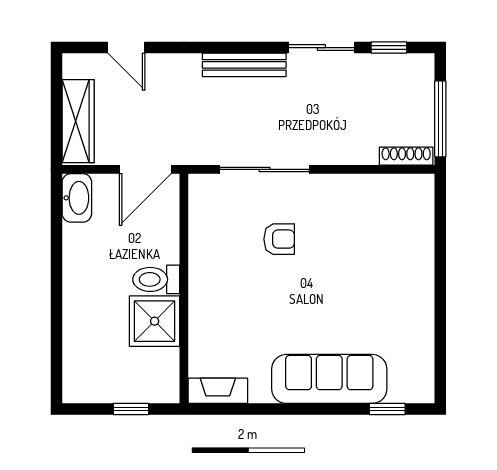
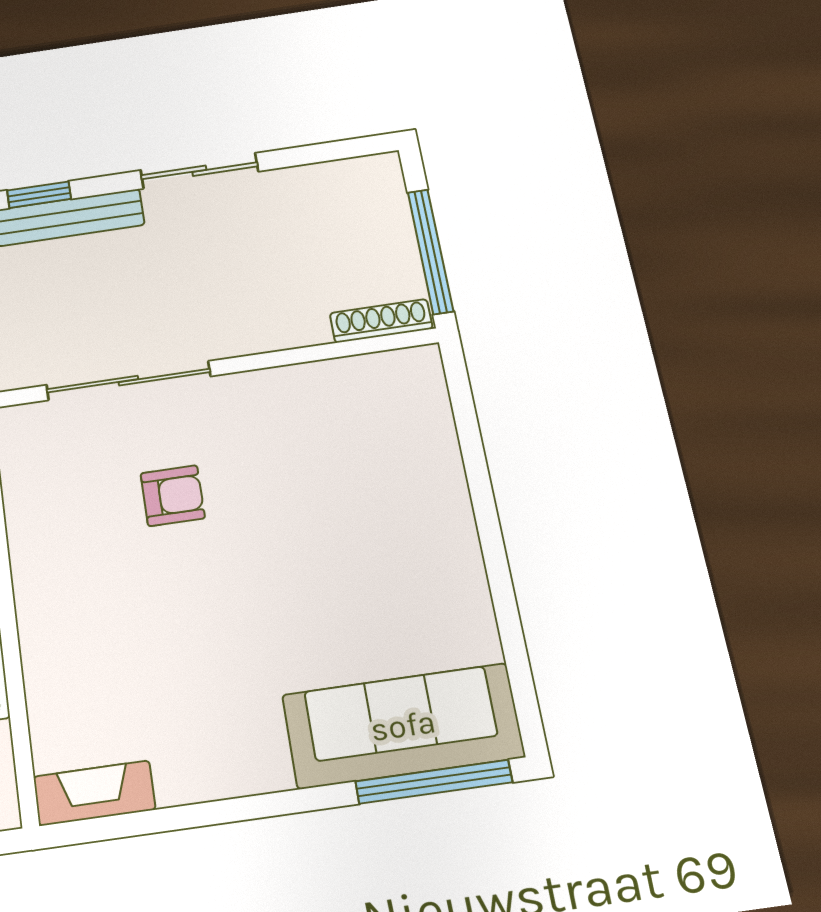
window: (389, 48) -> (39, 195), moved
sofa: (329, 379) -> (403, 726), moved
window: (387, 409) -> (434, 782), width x2.17

